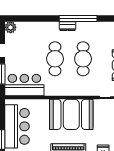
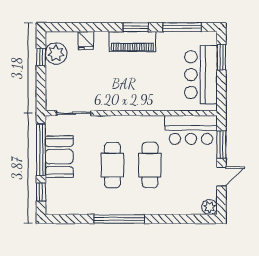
dresser: (68, 26) -> (133, 209), removed
booth: (71, 114) -> (128, 91), removed

